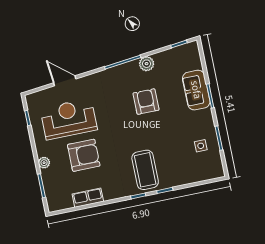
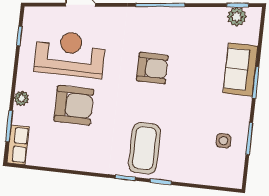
plant: (147, 64) -> (237, 17), moved
armchair: (146, 102) -> (152, 68), moved, turned 90
row of seats: (88, 198) -> (18, 145), moved, turned 90

